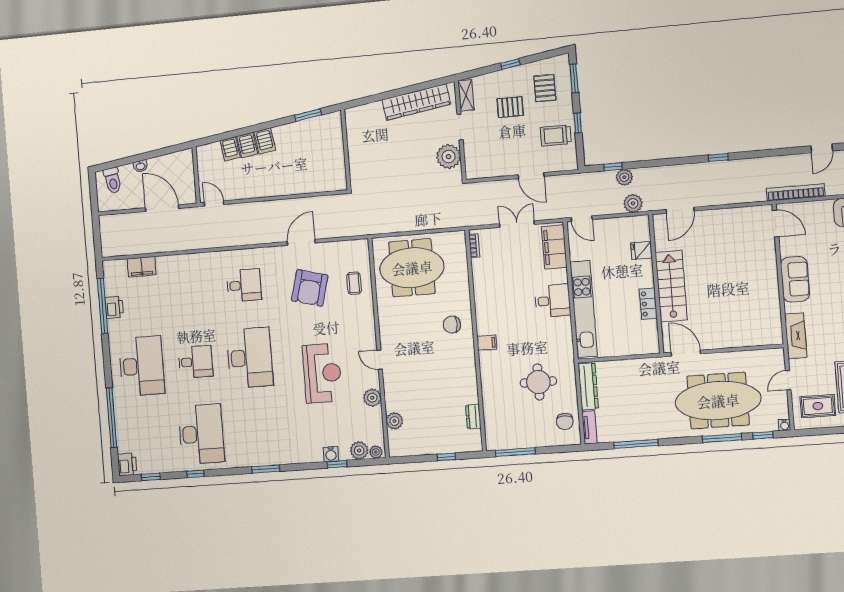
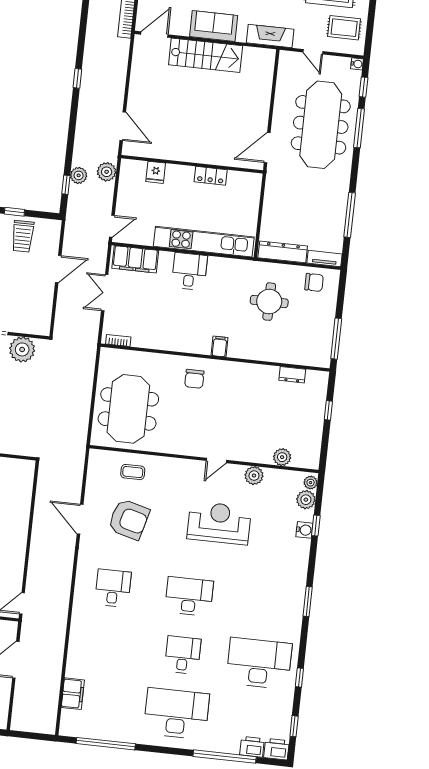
stairs: (671, 286) -> (206, 55), moved, turned 180
printer: (114, 307) -> (252, 747), moved
desk: (250, 358) -> (189, 596), width x0.73, depth x0.77
rug: (818, 406) -> (344, 28), turned 90

